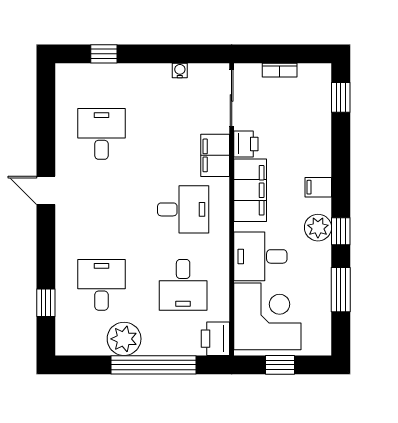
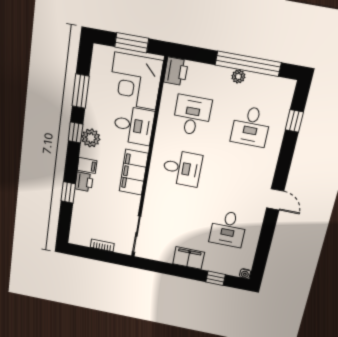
water cooler: (180, 71) -> (245, 274), moved
window: (341, 97) -> (68, 192), moved
printer: (246, 144) -> (84, 182), moved, turned 180
filing cabinet: (215, 155) -> (189, 258), moved, turned -90
desk: (183, 209) -> (182, 168), turned 180
plant: (124, 339) -> (238, 77), width x0.53, depth x0.53
window: (154, 365) -> (248, 64), moved
window: (280, 365) -> (132, 43), width x1.50

